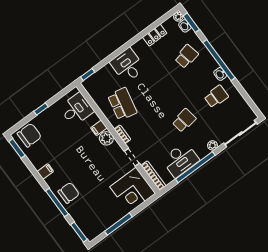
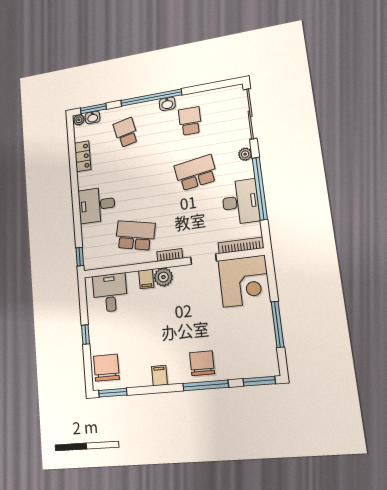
school desk: (184, 120) -> (196, 173), width x1.85

